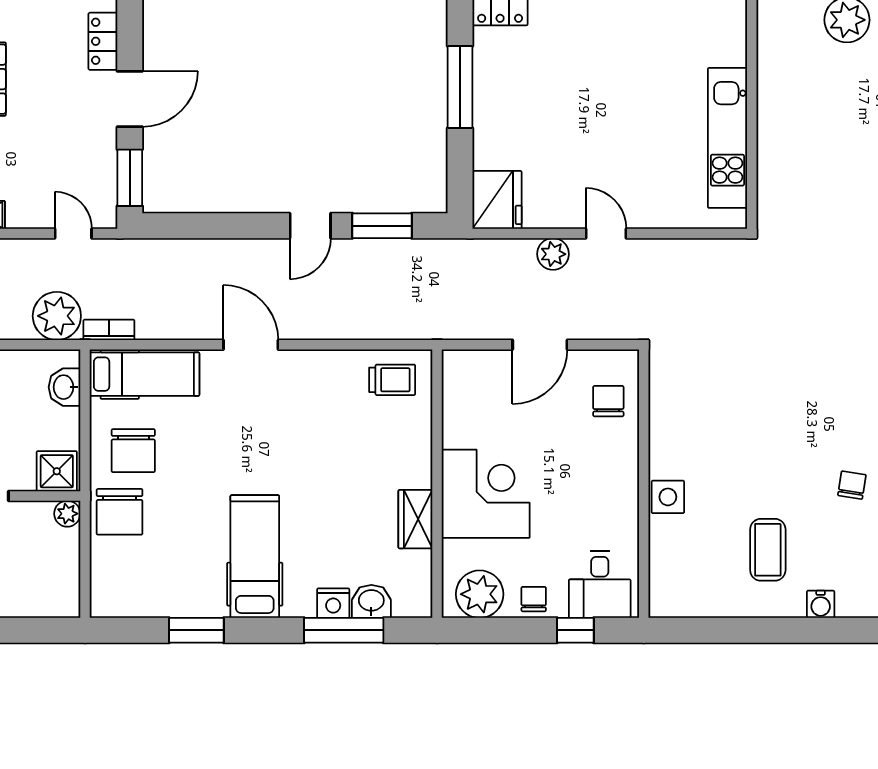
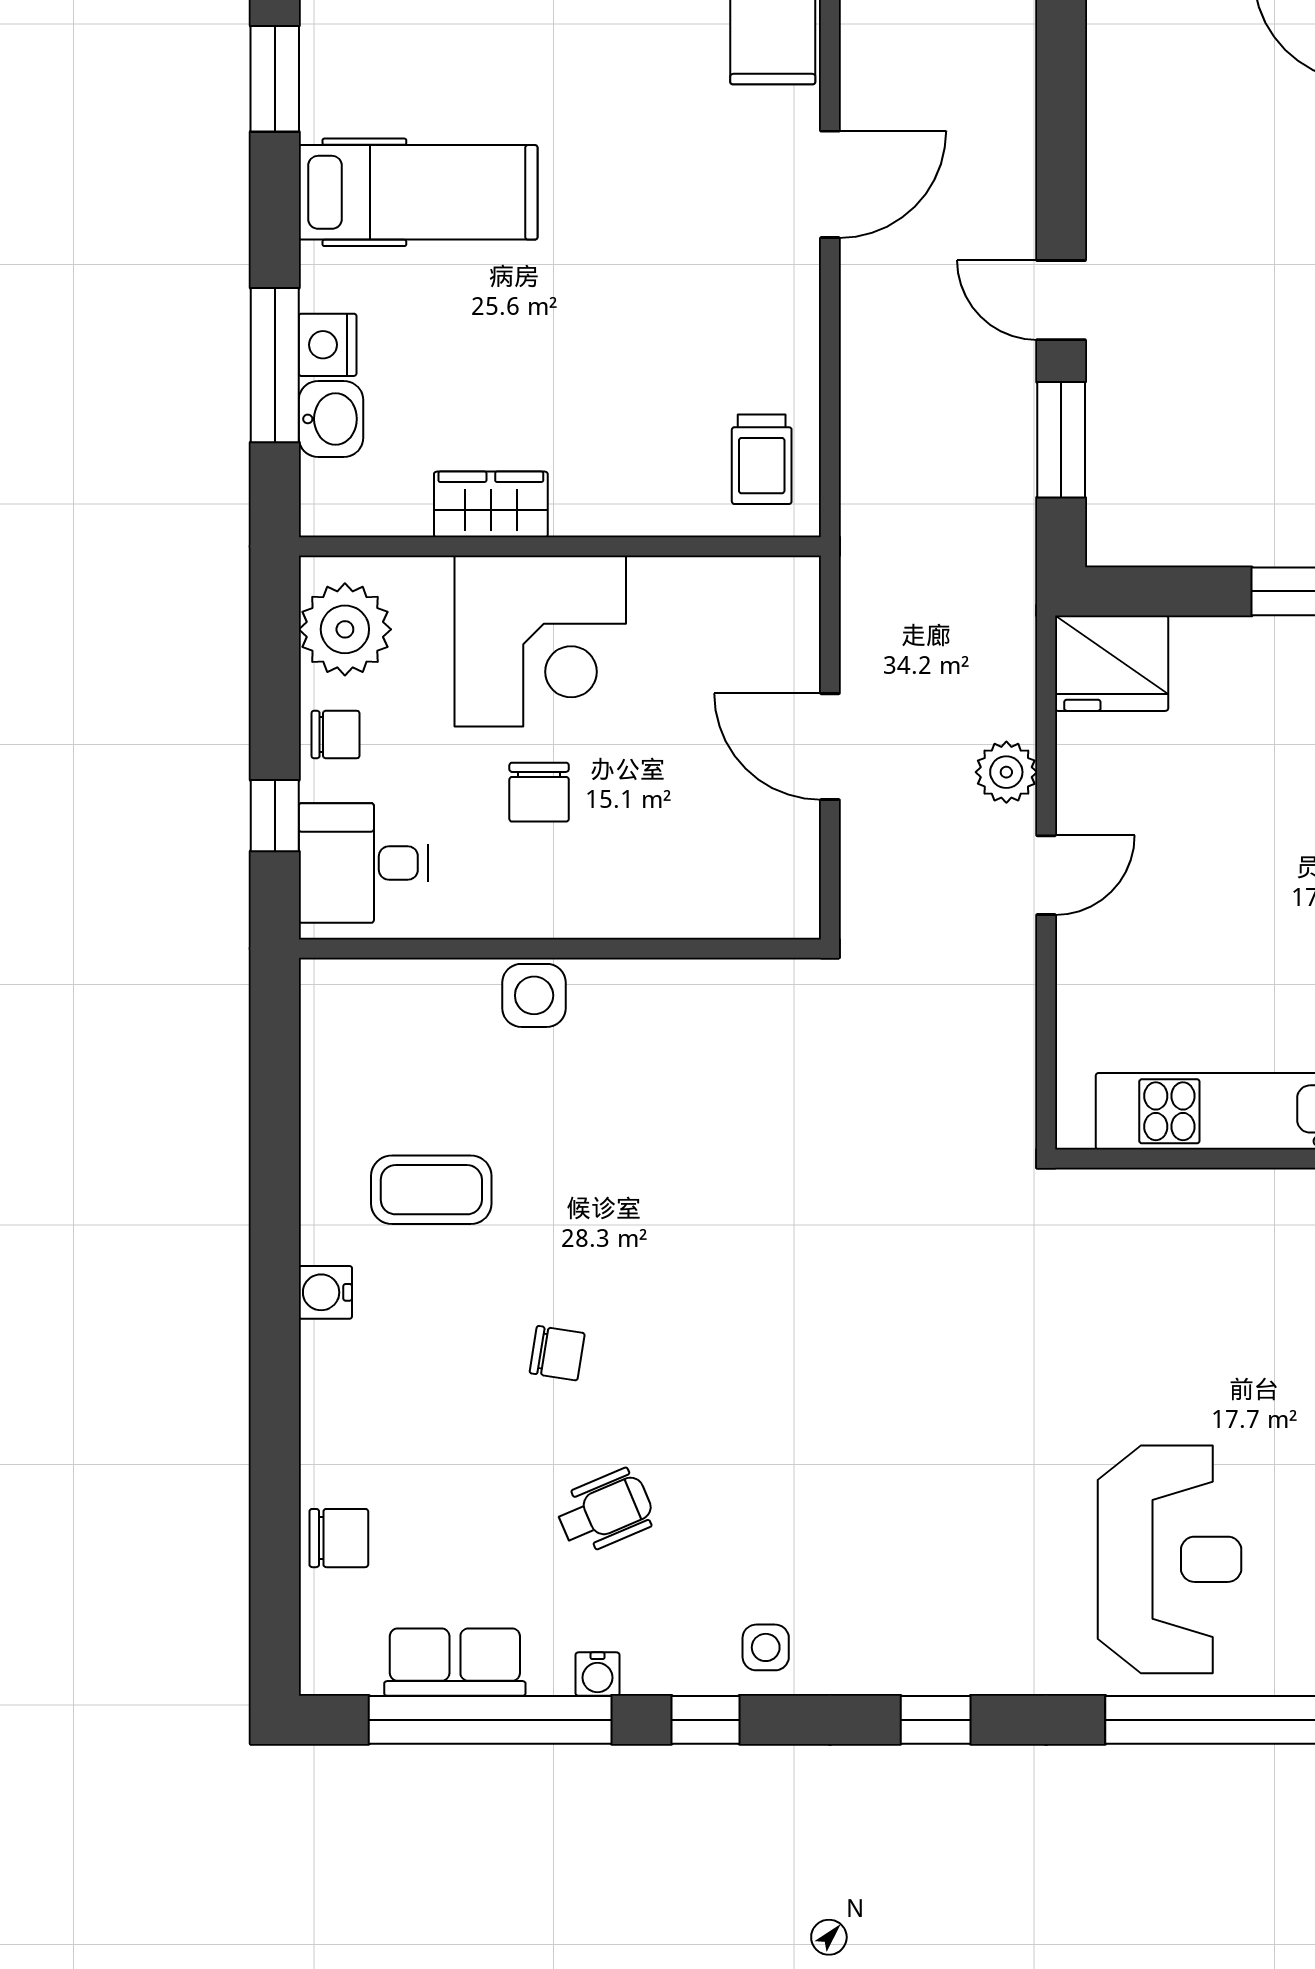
chair: (608, 401) -> (539, 792), moved, turned 90

